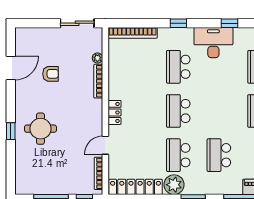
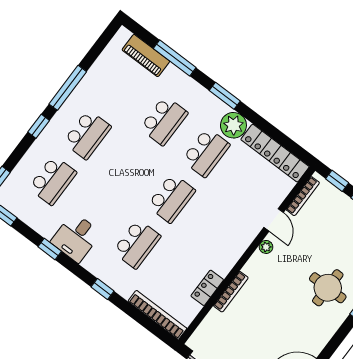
desk: (213, 43) -> (76, 237), width x0.73
plant: (97, 58) -> (266, 247), moved
armchair: (51, 74) -> (274, 337), removed
locker: (115, 112) -> (207, 288), moved
door: (105, 145) -> (274, 220), hinge flipped

